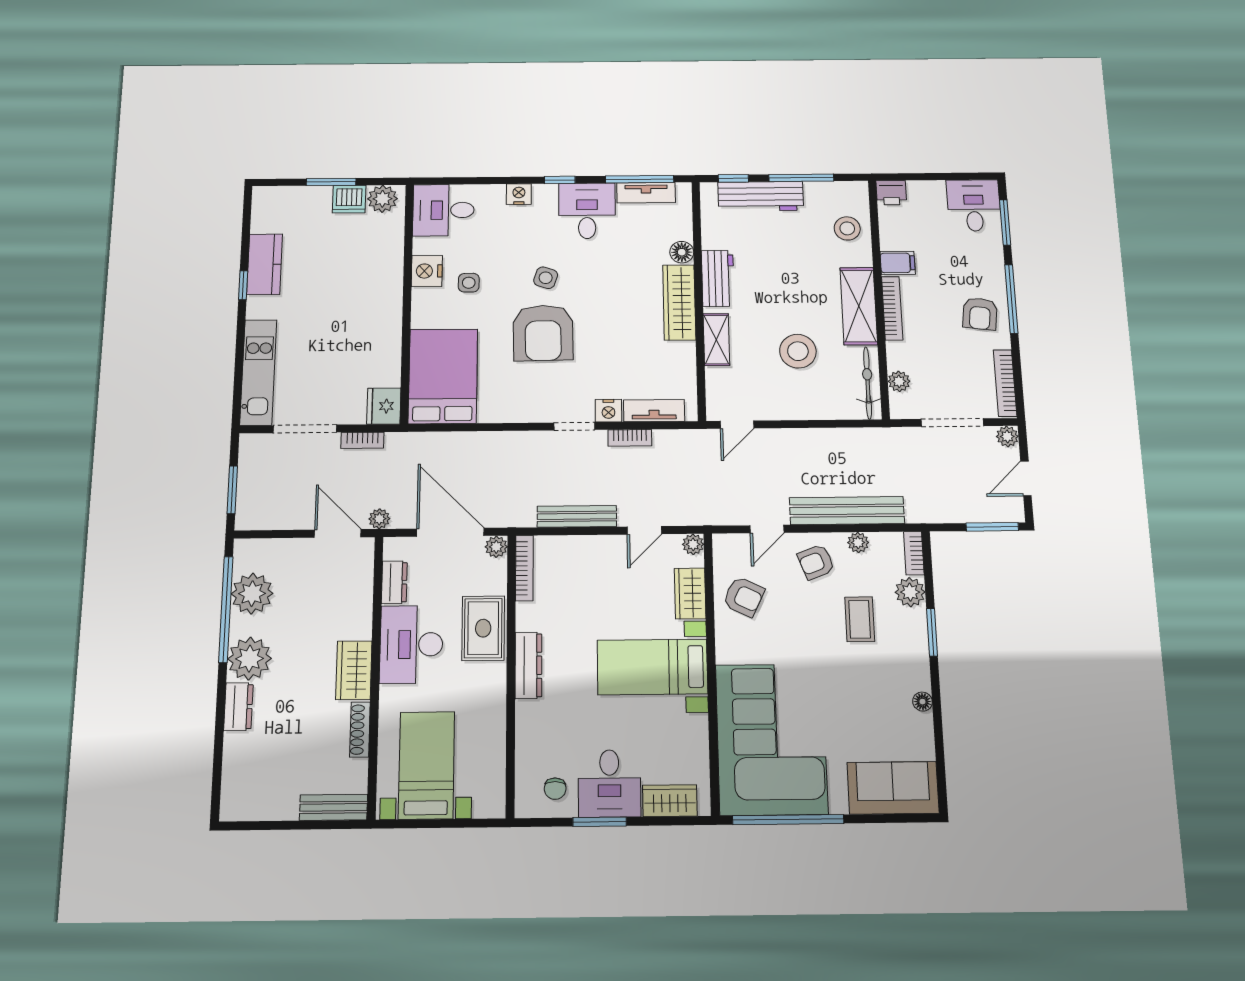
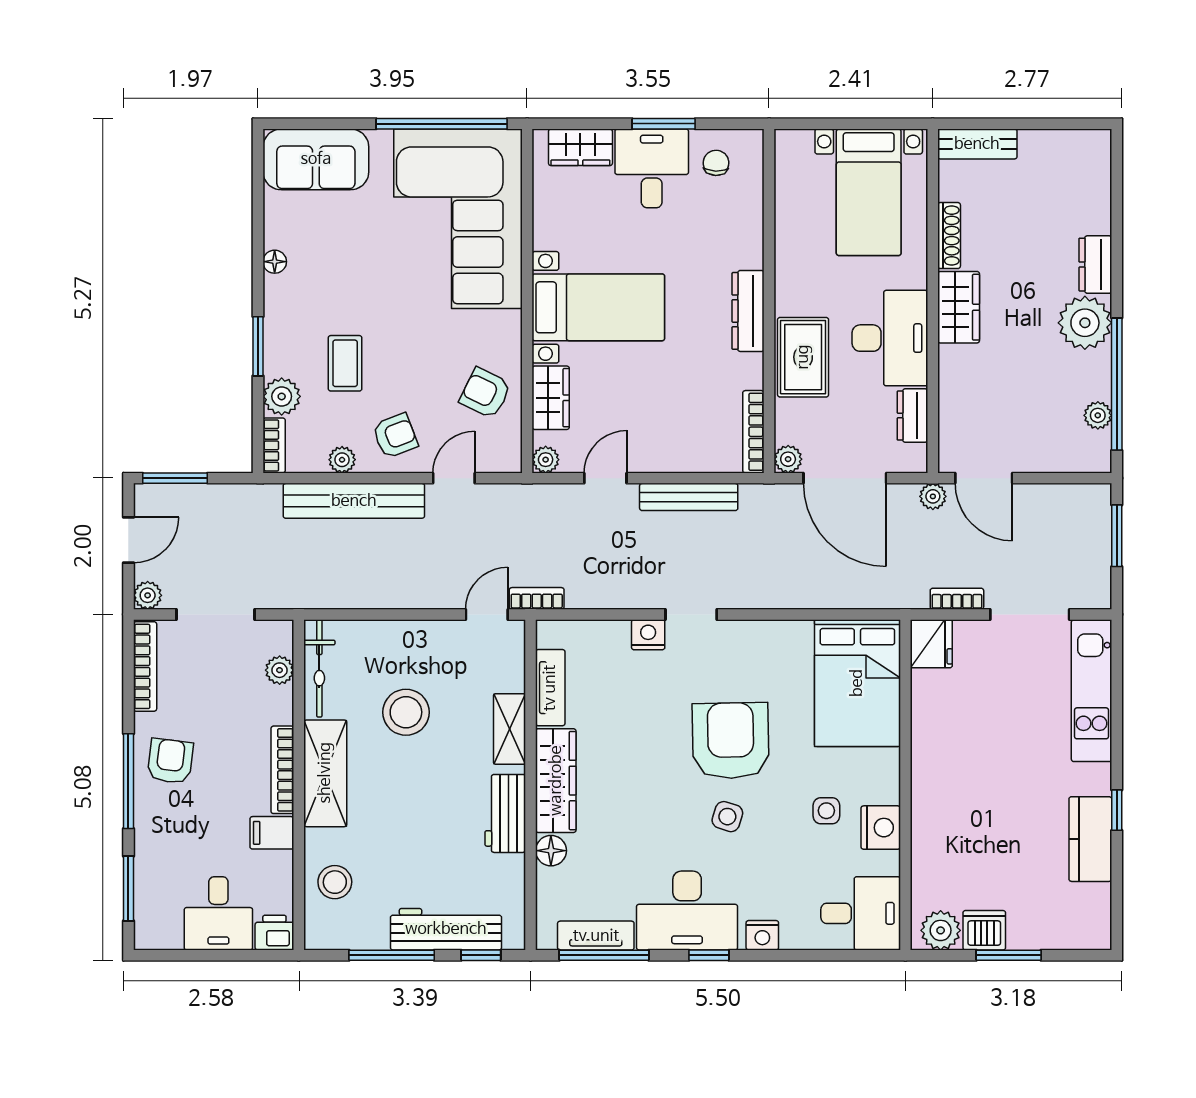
desk: (974, 205) -> (218, 913), moved
desk: (587, 211) -> (687, 910), width x1.37
tv unit: (654, 411) -> (550, 688), moved, turned -90
bookcase: (630, 438) -> (537, 598), moved
plant: (252, 594) -> (1098, 415), width x0.53, depth x0.53

